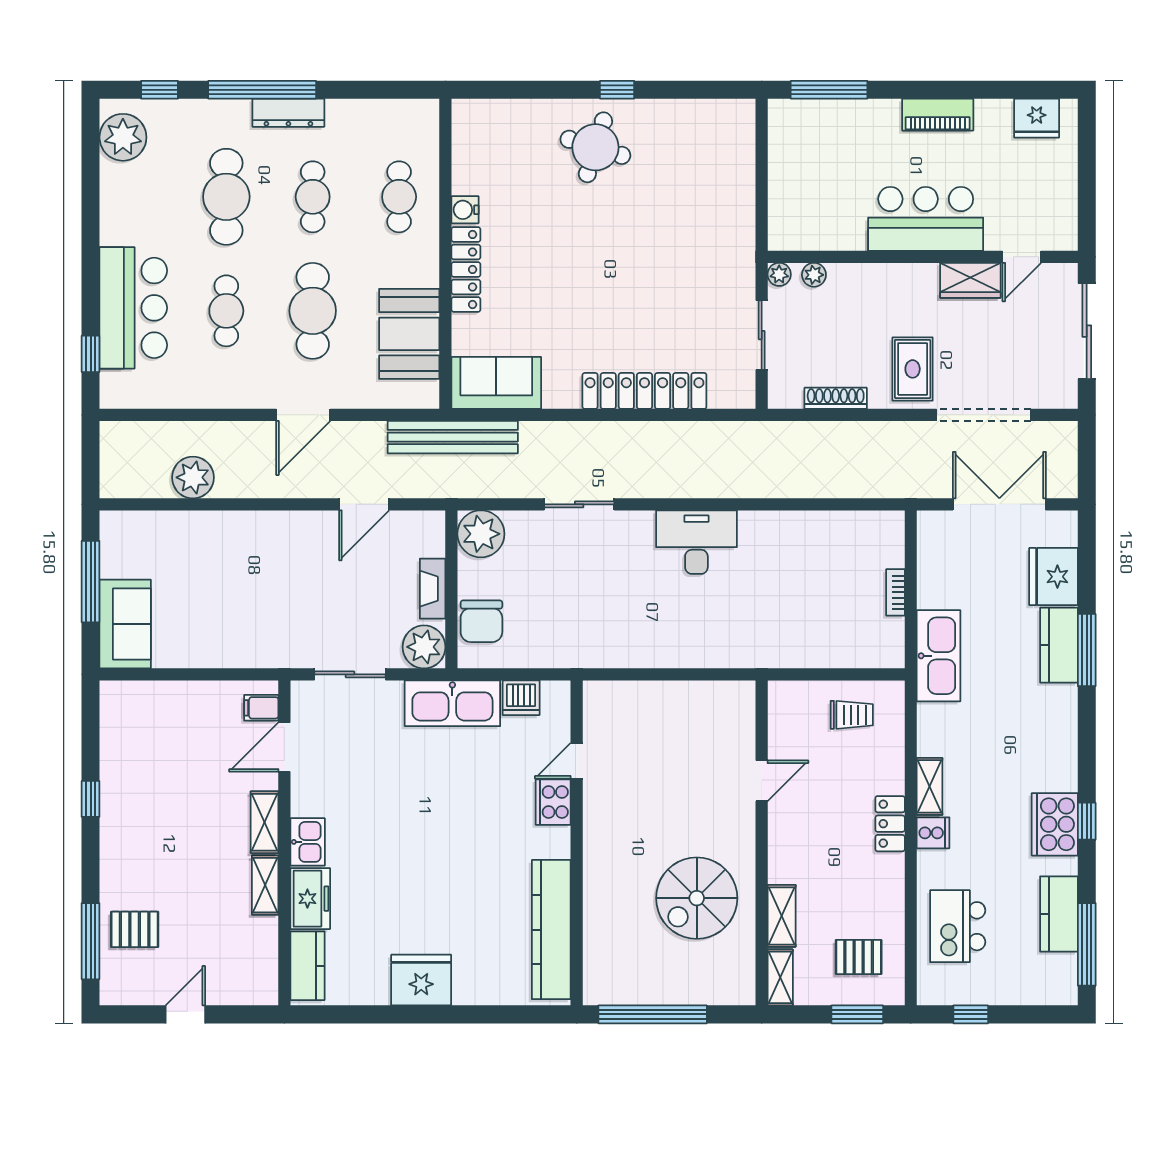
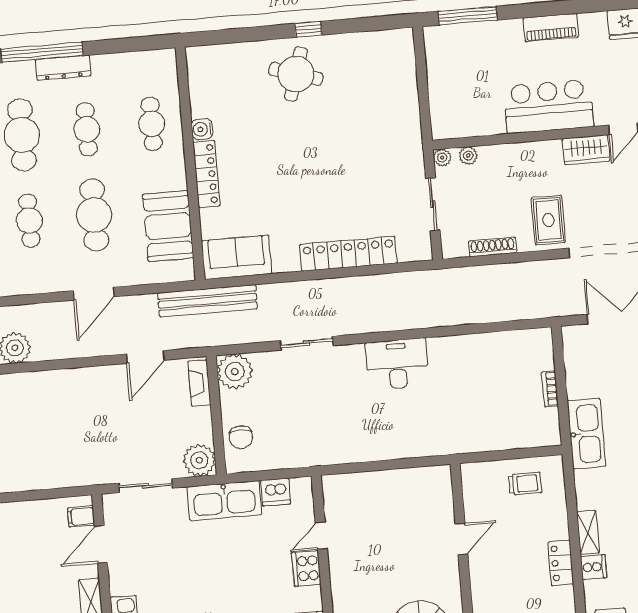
fireplace: (433, 589) -> (199, 383), moved
chair: (481, 621) -> (241, 437), width x0.73, depth x0.73

